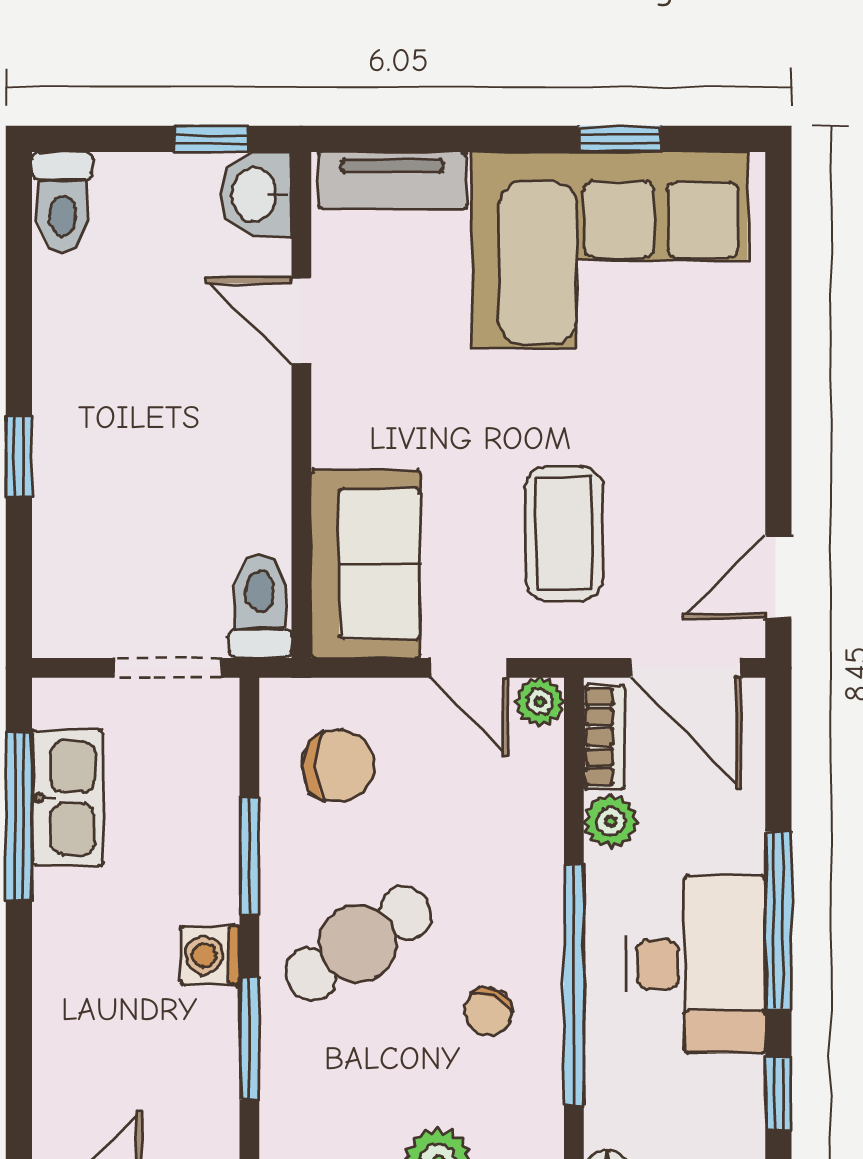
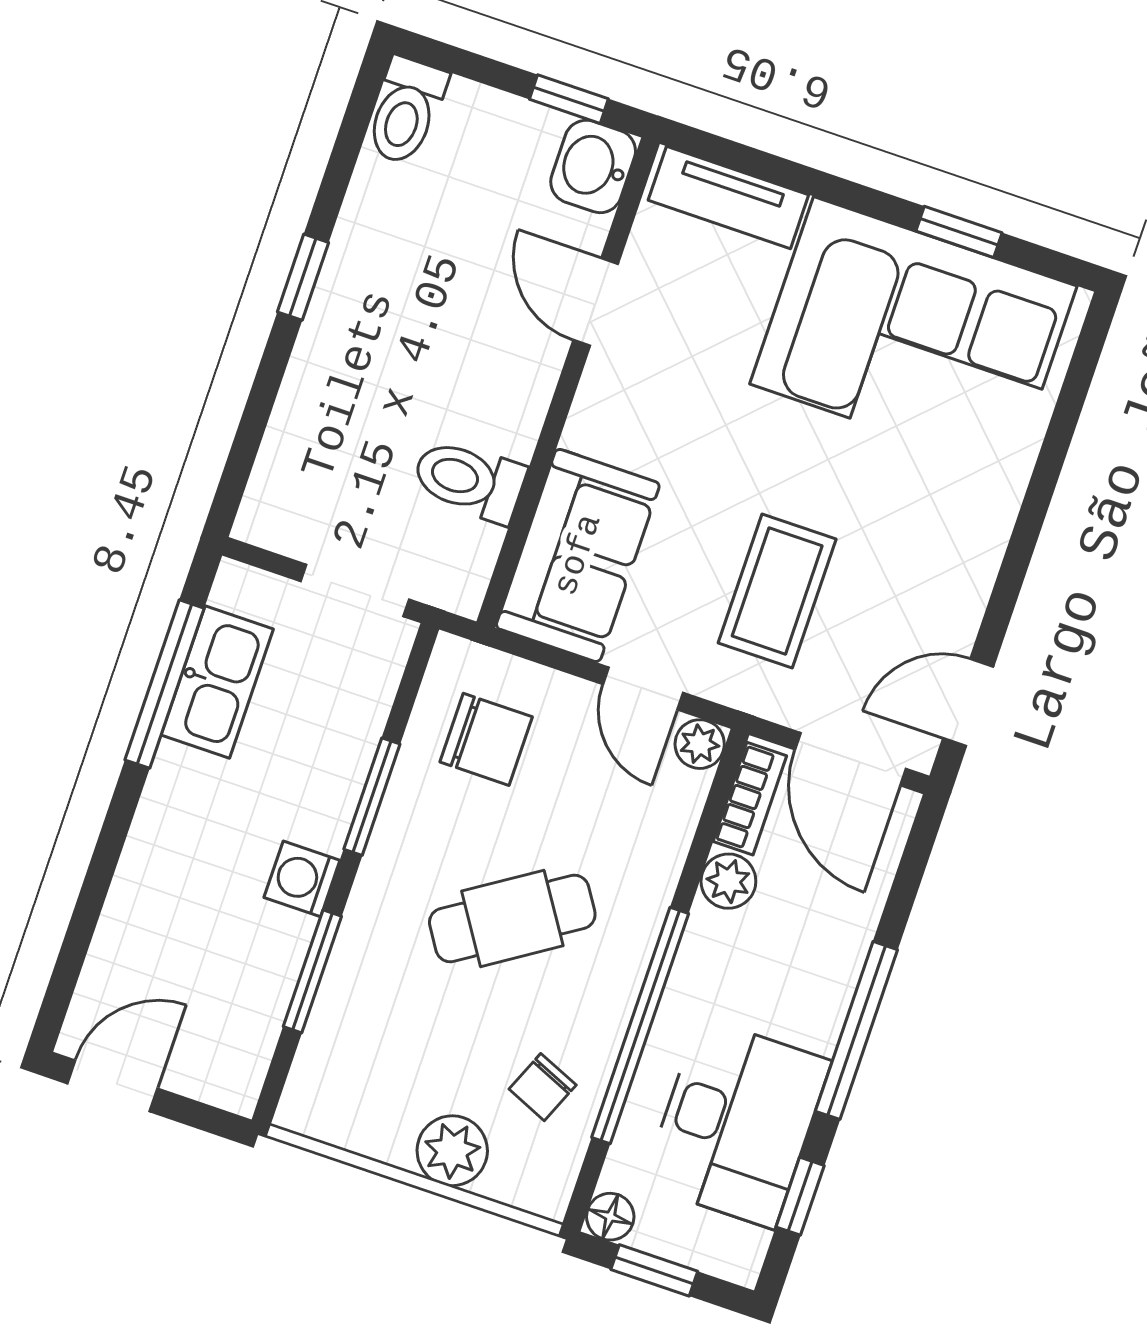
window: (19, 457) -> (303, 277), moved
toilet: (260, 606) -> (469, 480), moved, turned -90
cafe table: (358, 943) -> (512, 918), moved
desk: (696, 964) -> (737, 1123), moved
chair: (488, 1012) -> (543, 1087), moved

